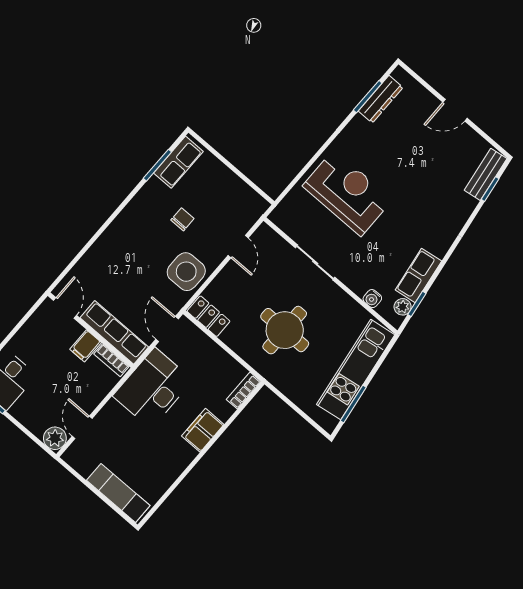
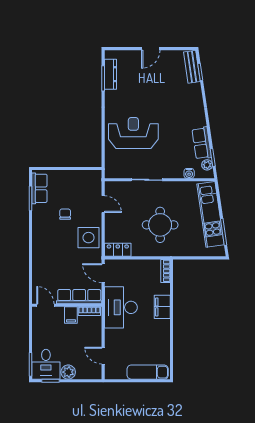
plant: (55, 438) -> (68, 372), moved

